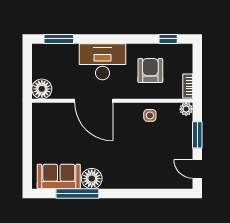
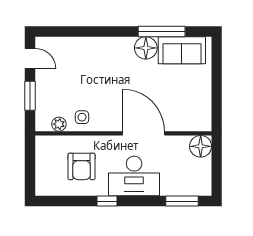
window: (168, 39) -> (107, 201), moved
bookcase: (188, 86) -> (41, 149), removed
plant: (186, 109) -> (59, 124), moved

